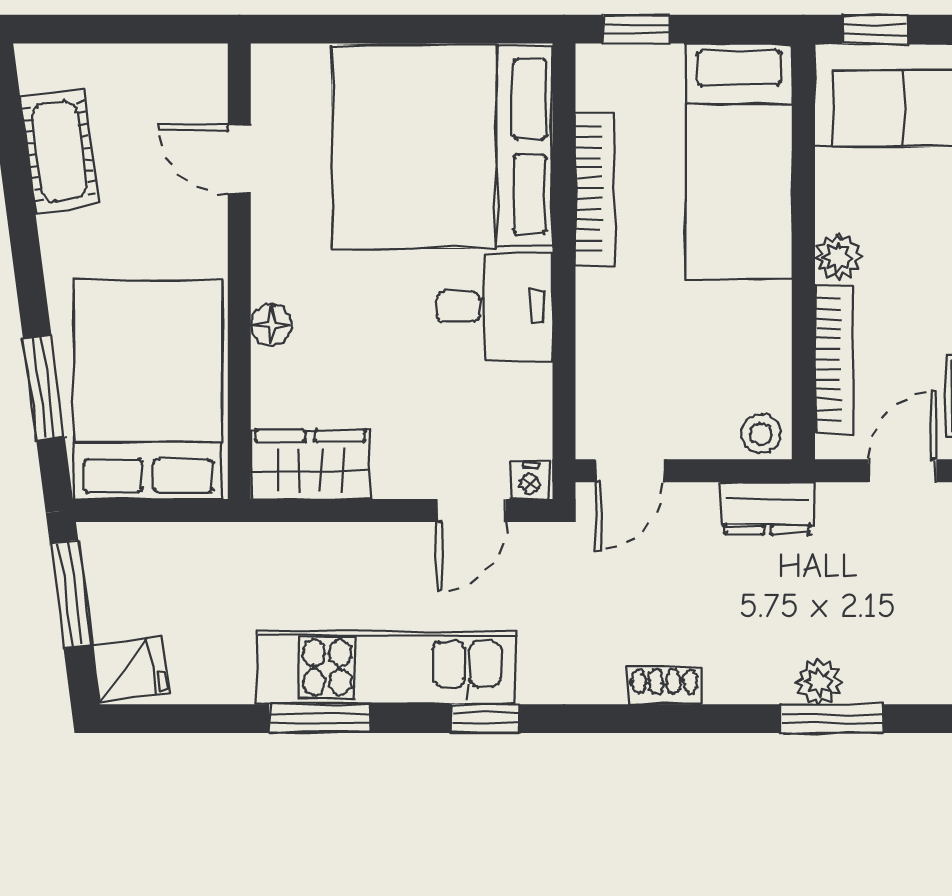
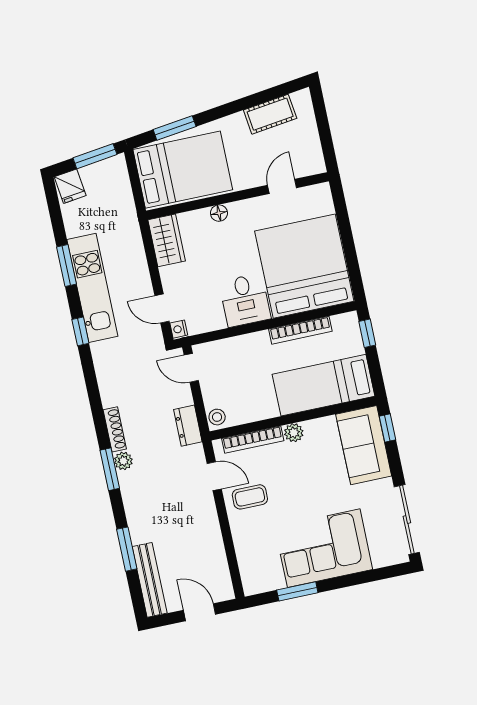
shoe rack: (665, 686) -> (115, 429), moved, width x1.43

